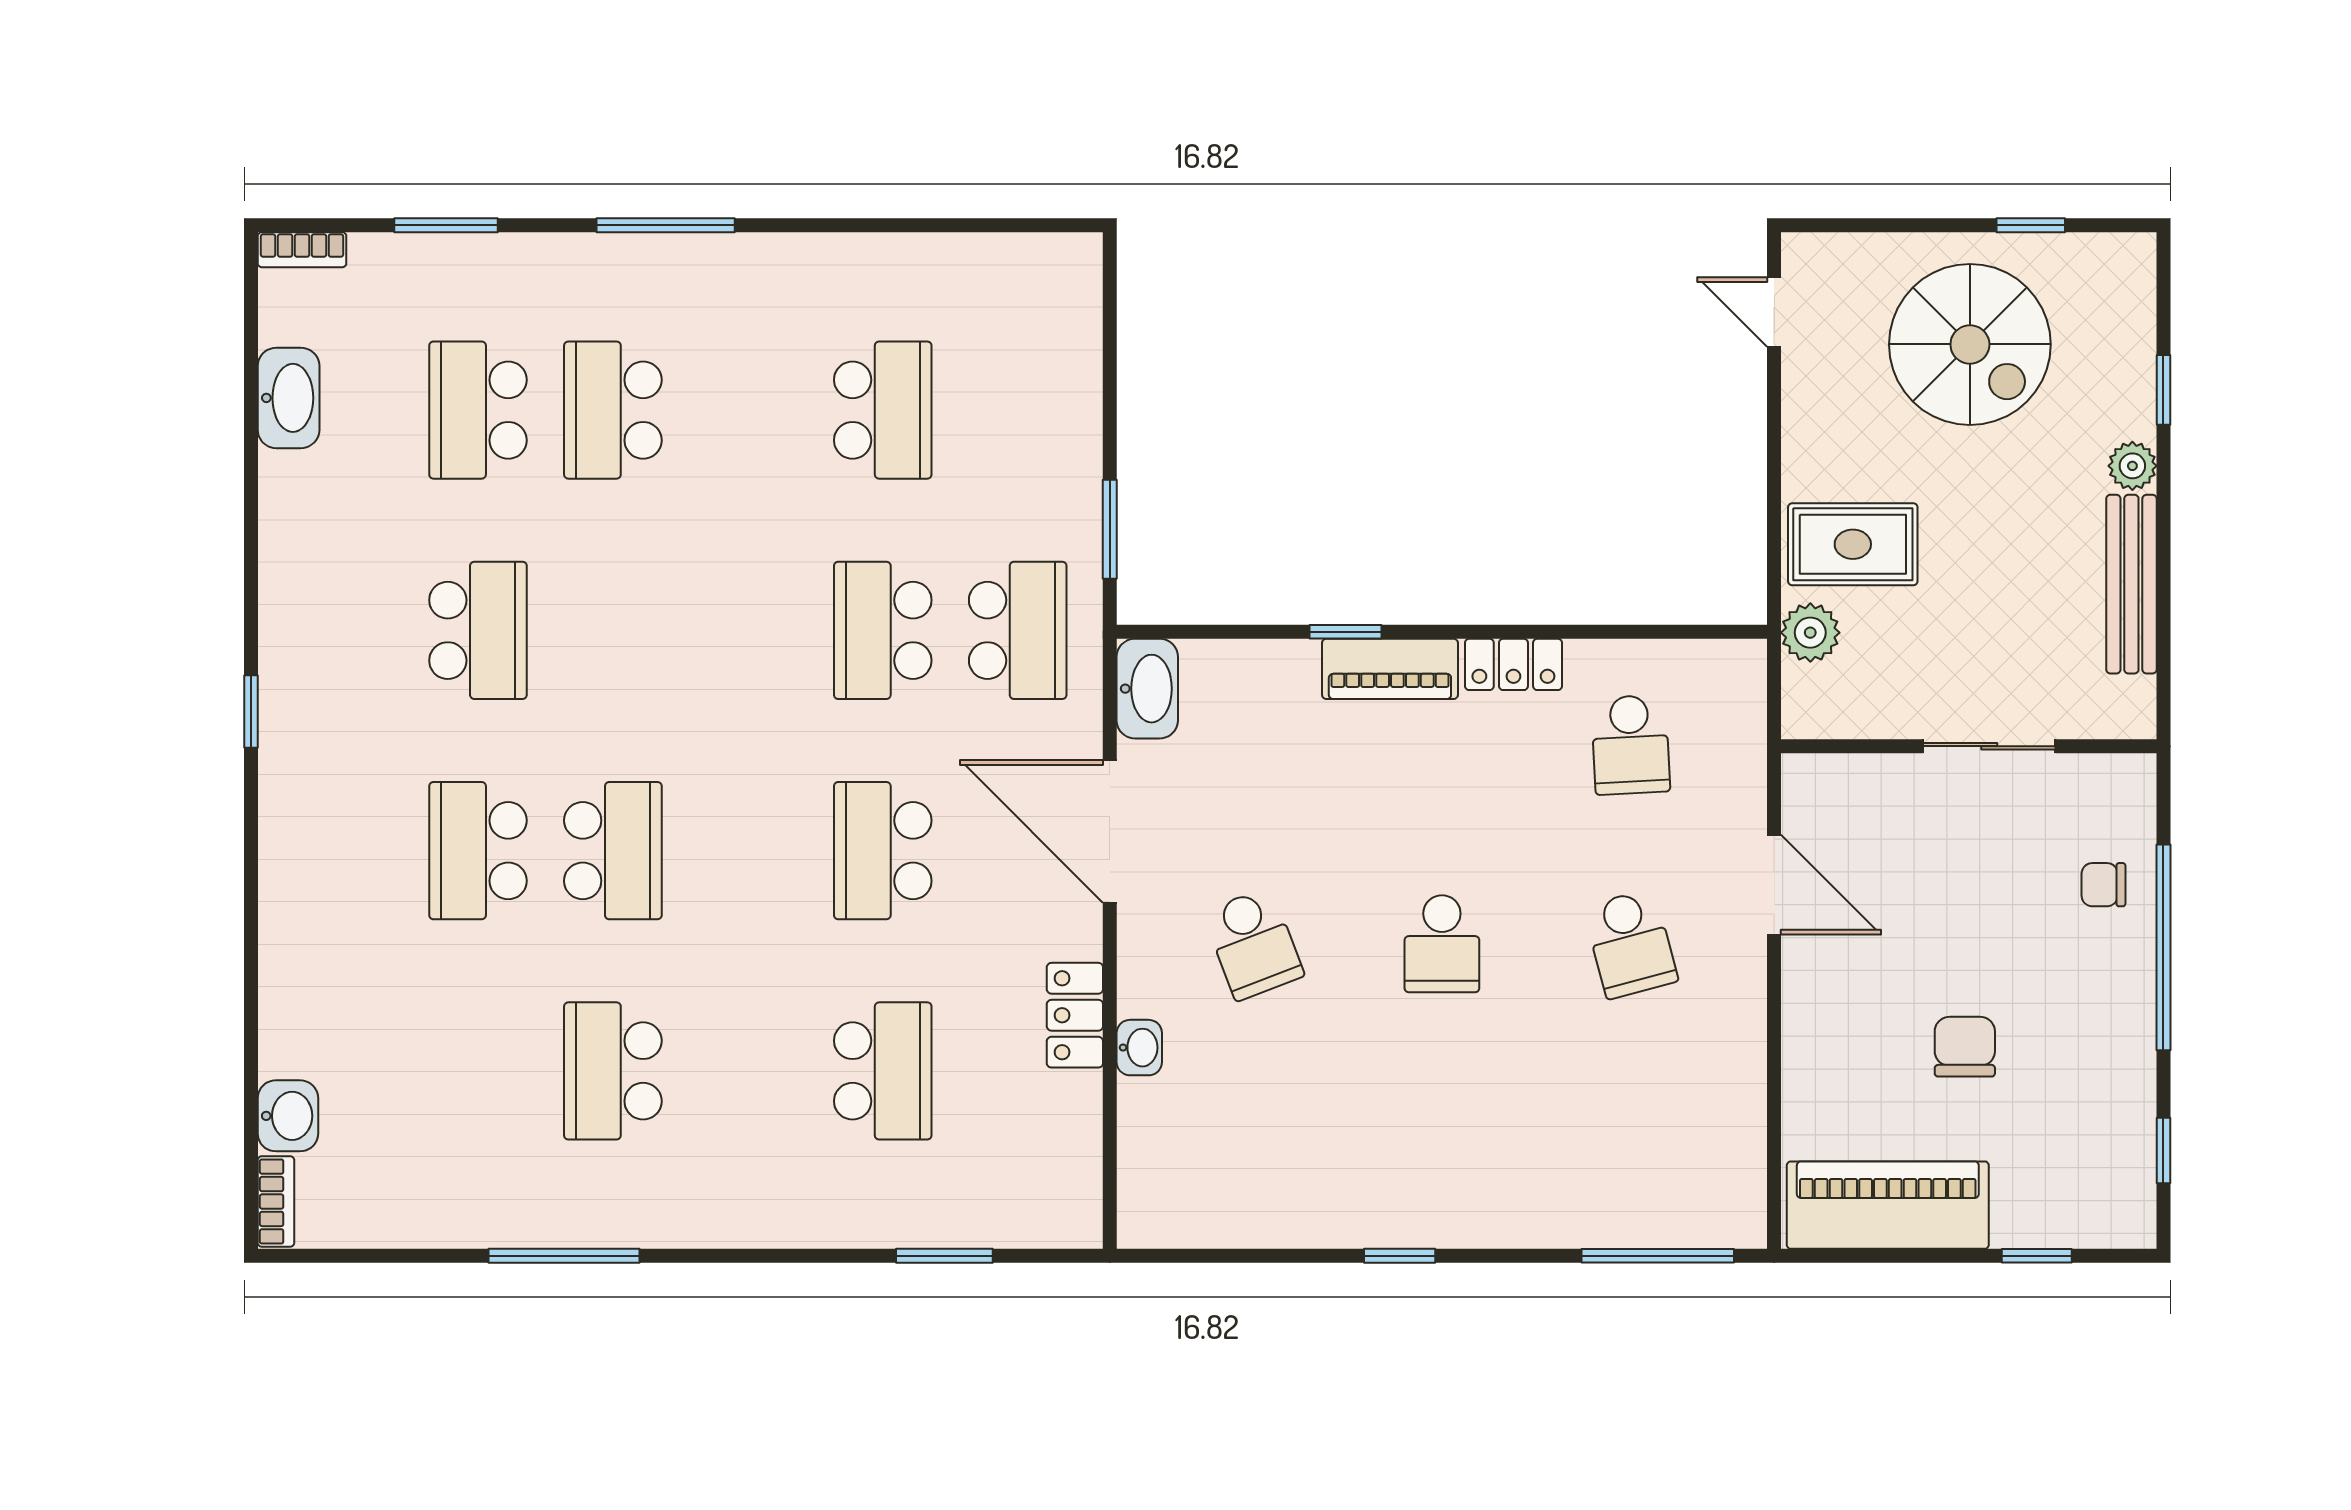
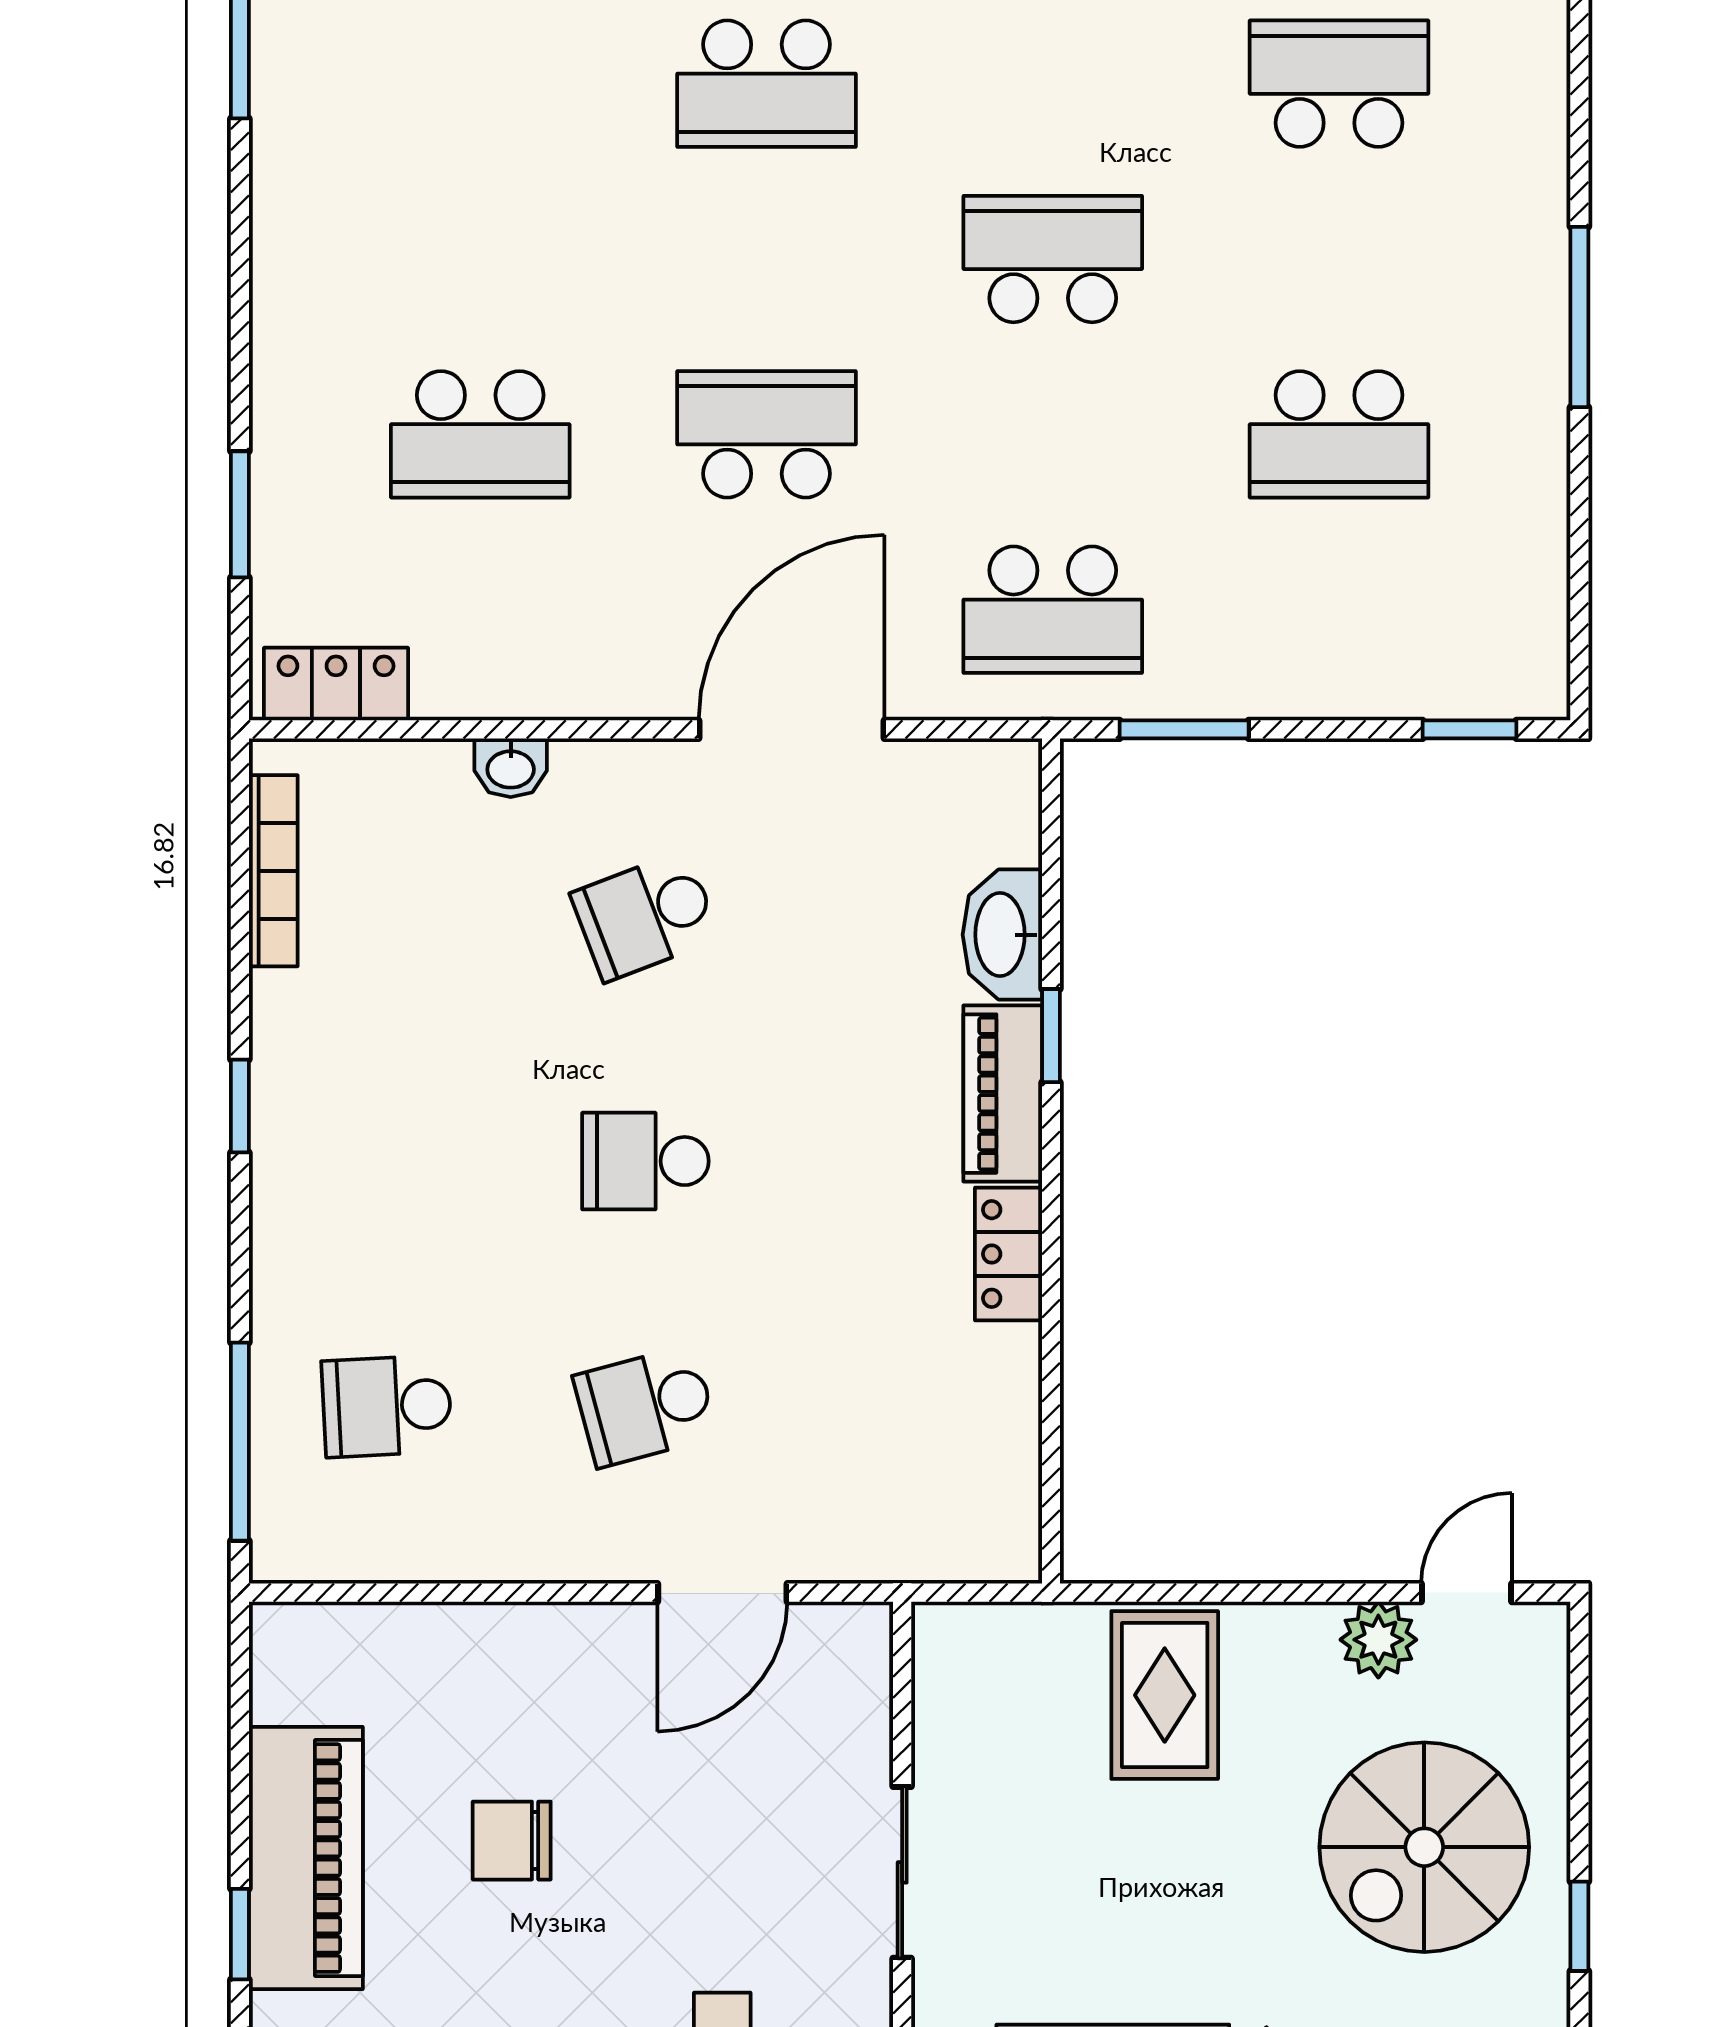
window: (666, 225) -> (1579, 317), moved
window: (1110, 310) -> (1470, 729), added
school desk: (883, 630) -> (1053, 259), moved
plant: (1810, 633) -> (1378, 1640), moved
washbasin: (1147, 689) -> (1002, 935), moved, turned 90
school desk: (1631, 745) -> (387, 1406), moved
locker: (1075, 1015) -> (336, 684), moved
chair: (1965, 1047) -> (512, 1841), turned 180
school desk: (613, 1071) -> (480, 84), removed
piano: (1888, 1205) -> (306, 1858), moved
bookcase: (1219, 1230) -> (273, 871), added

